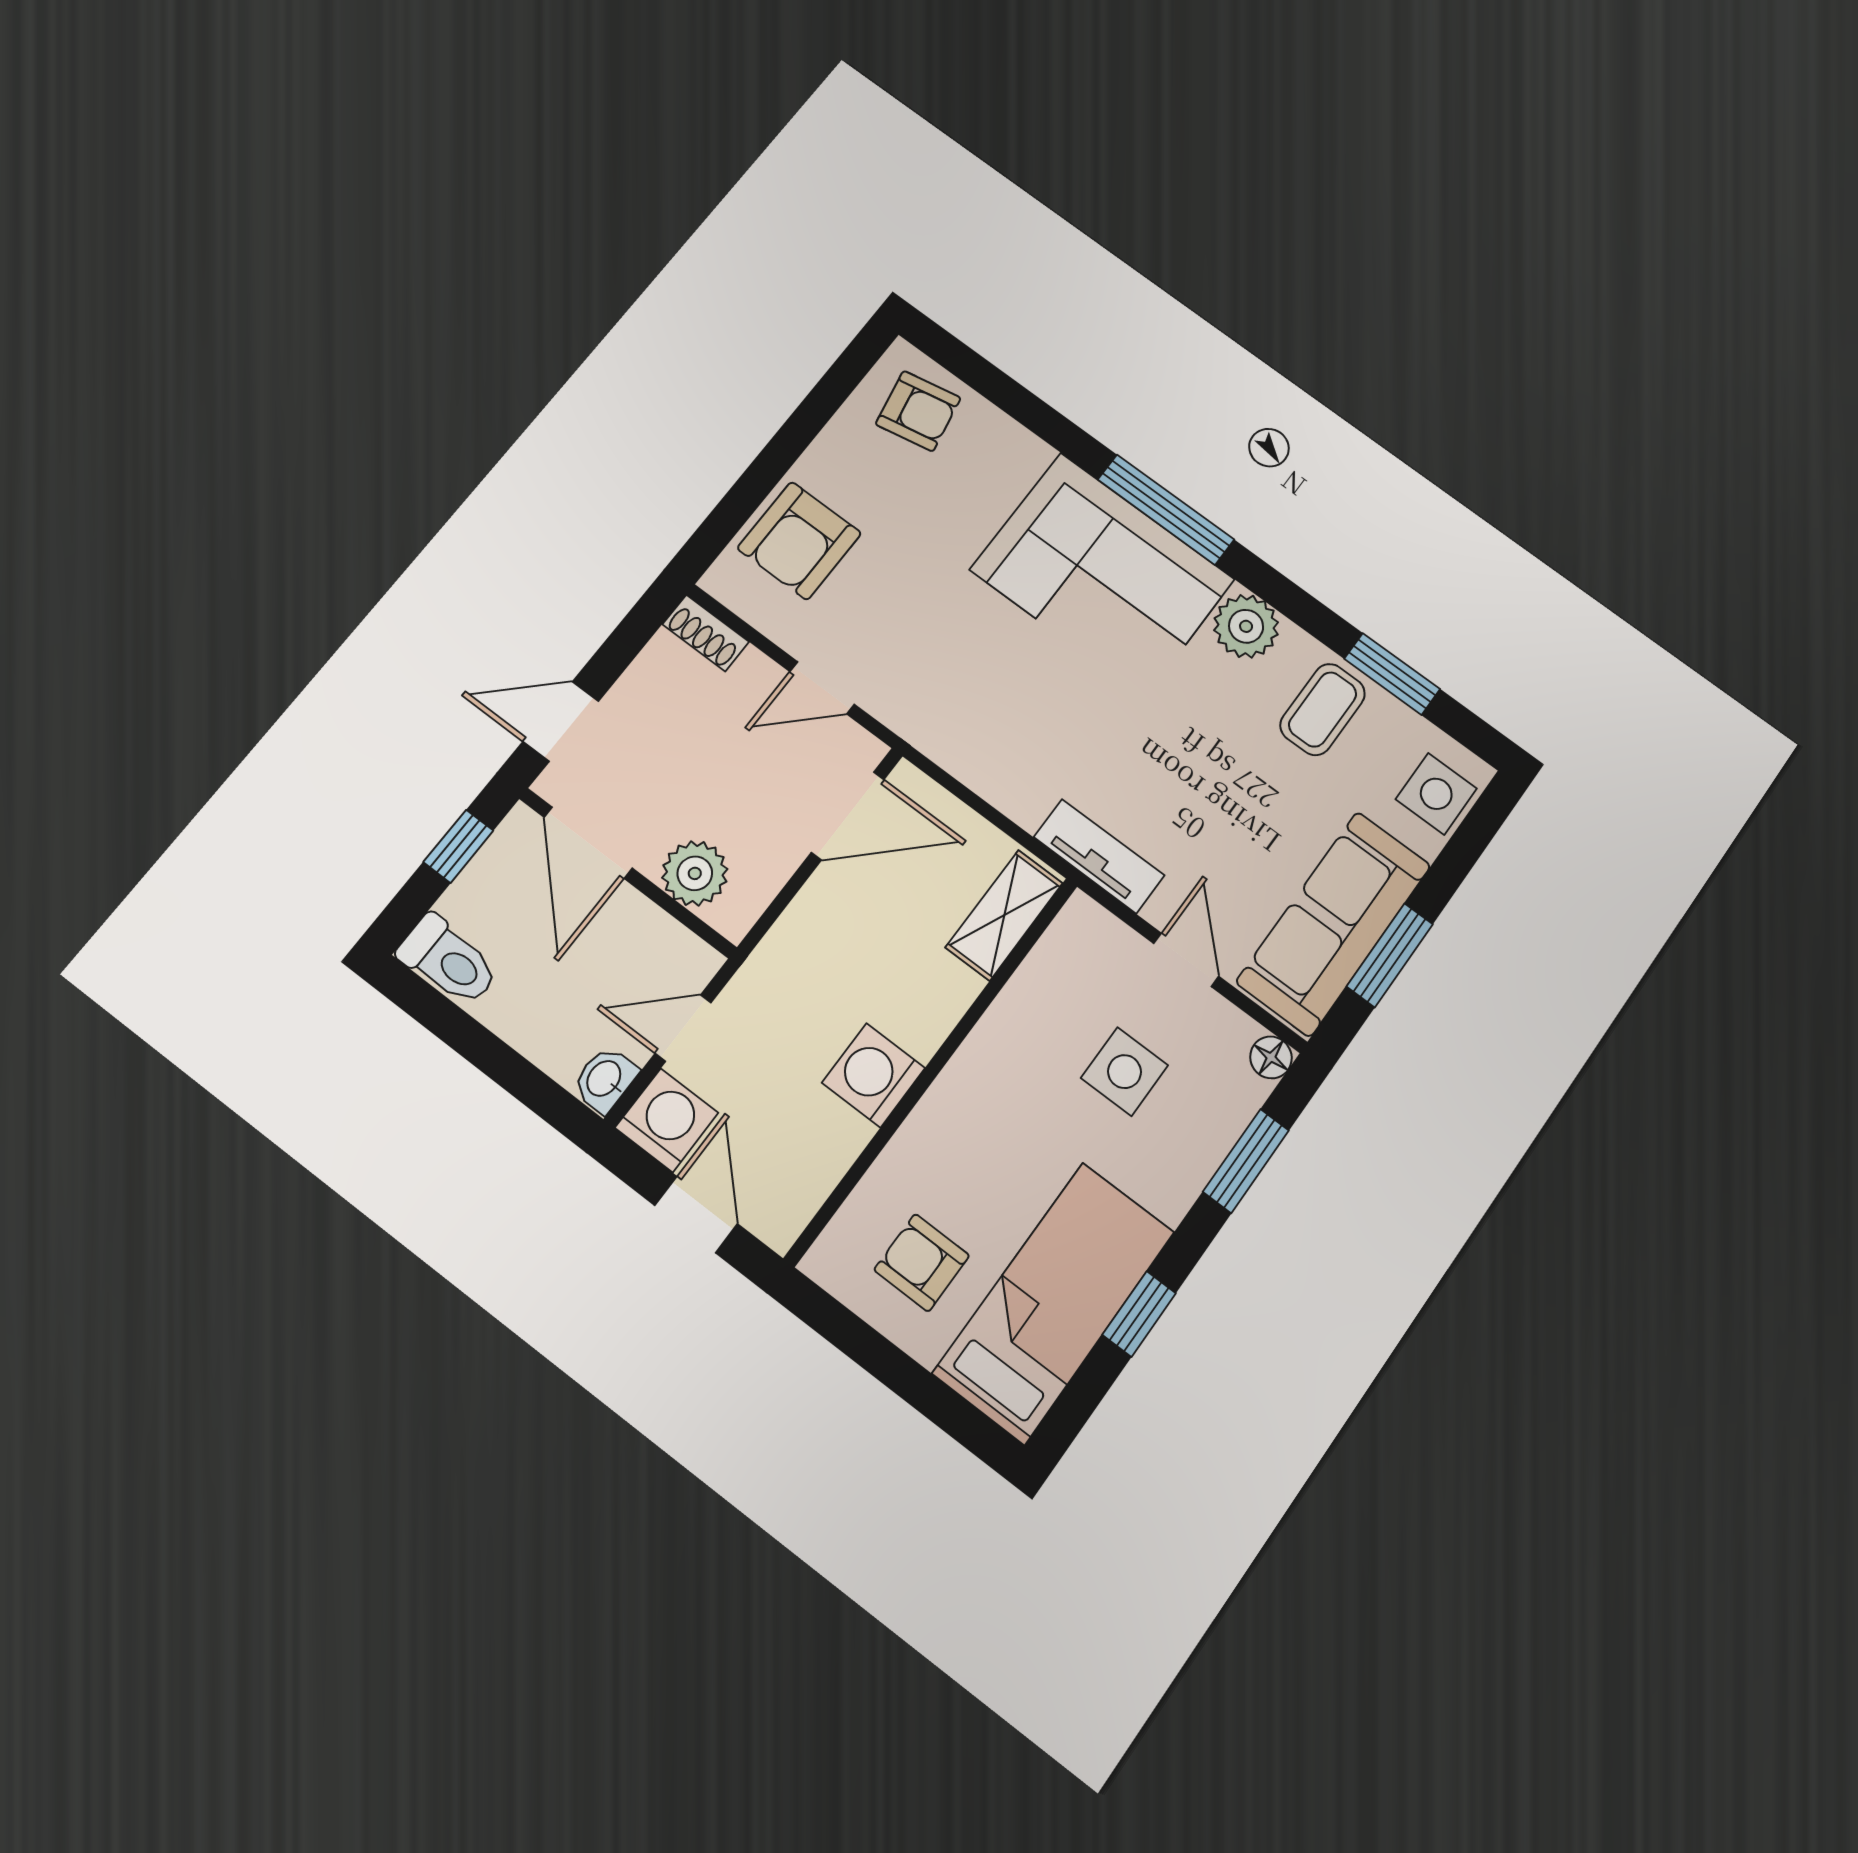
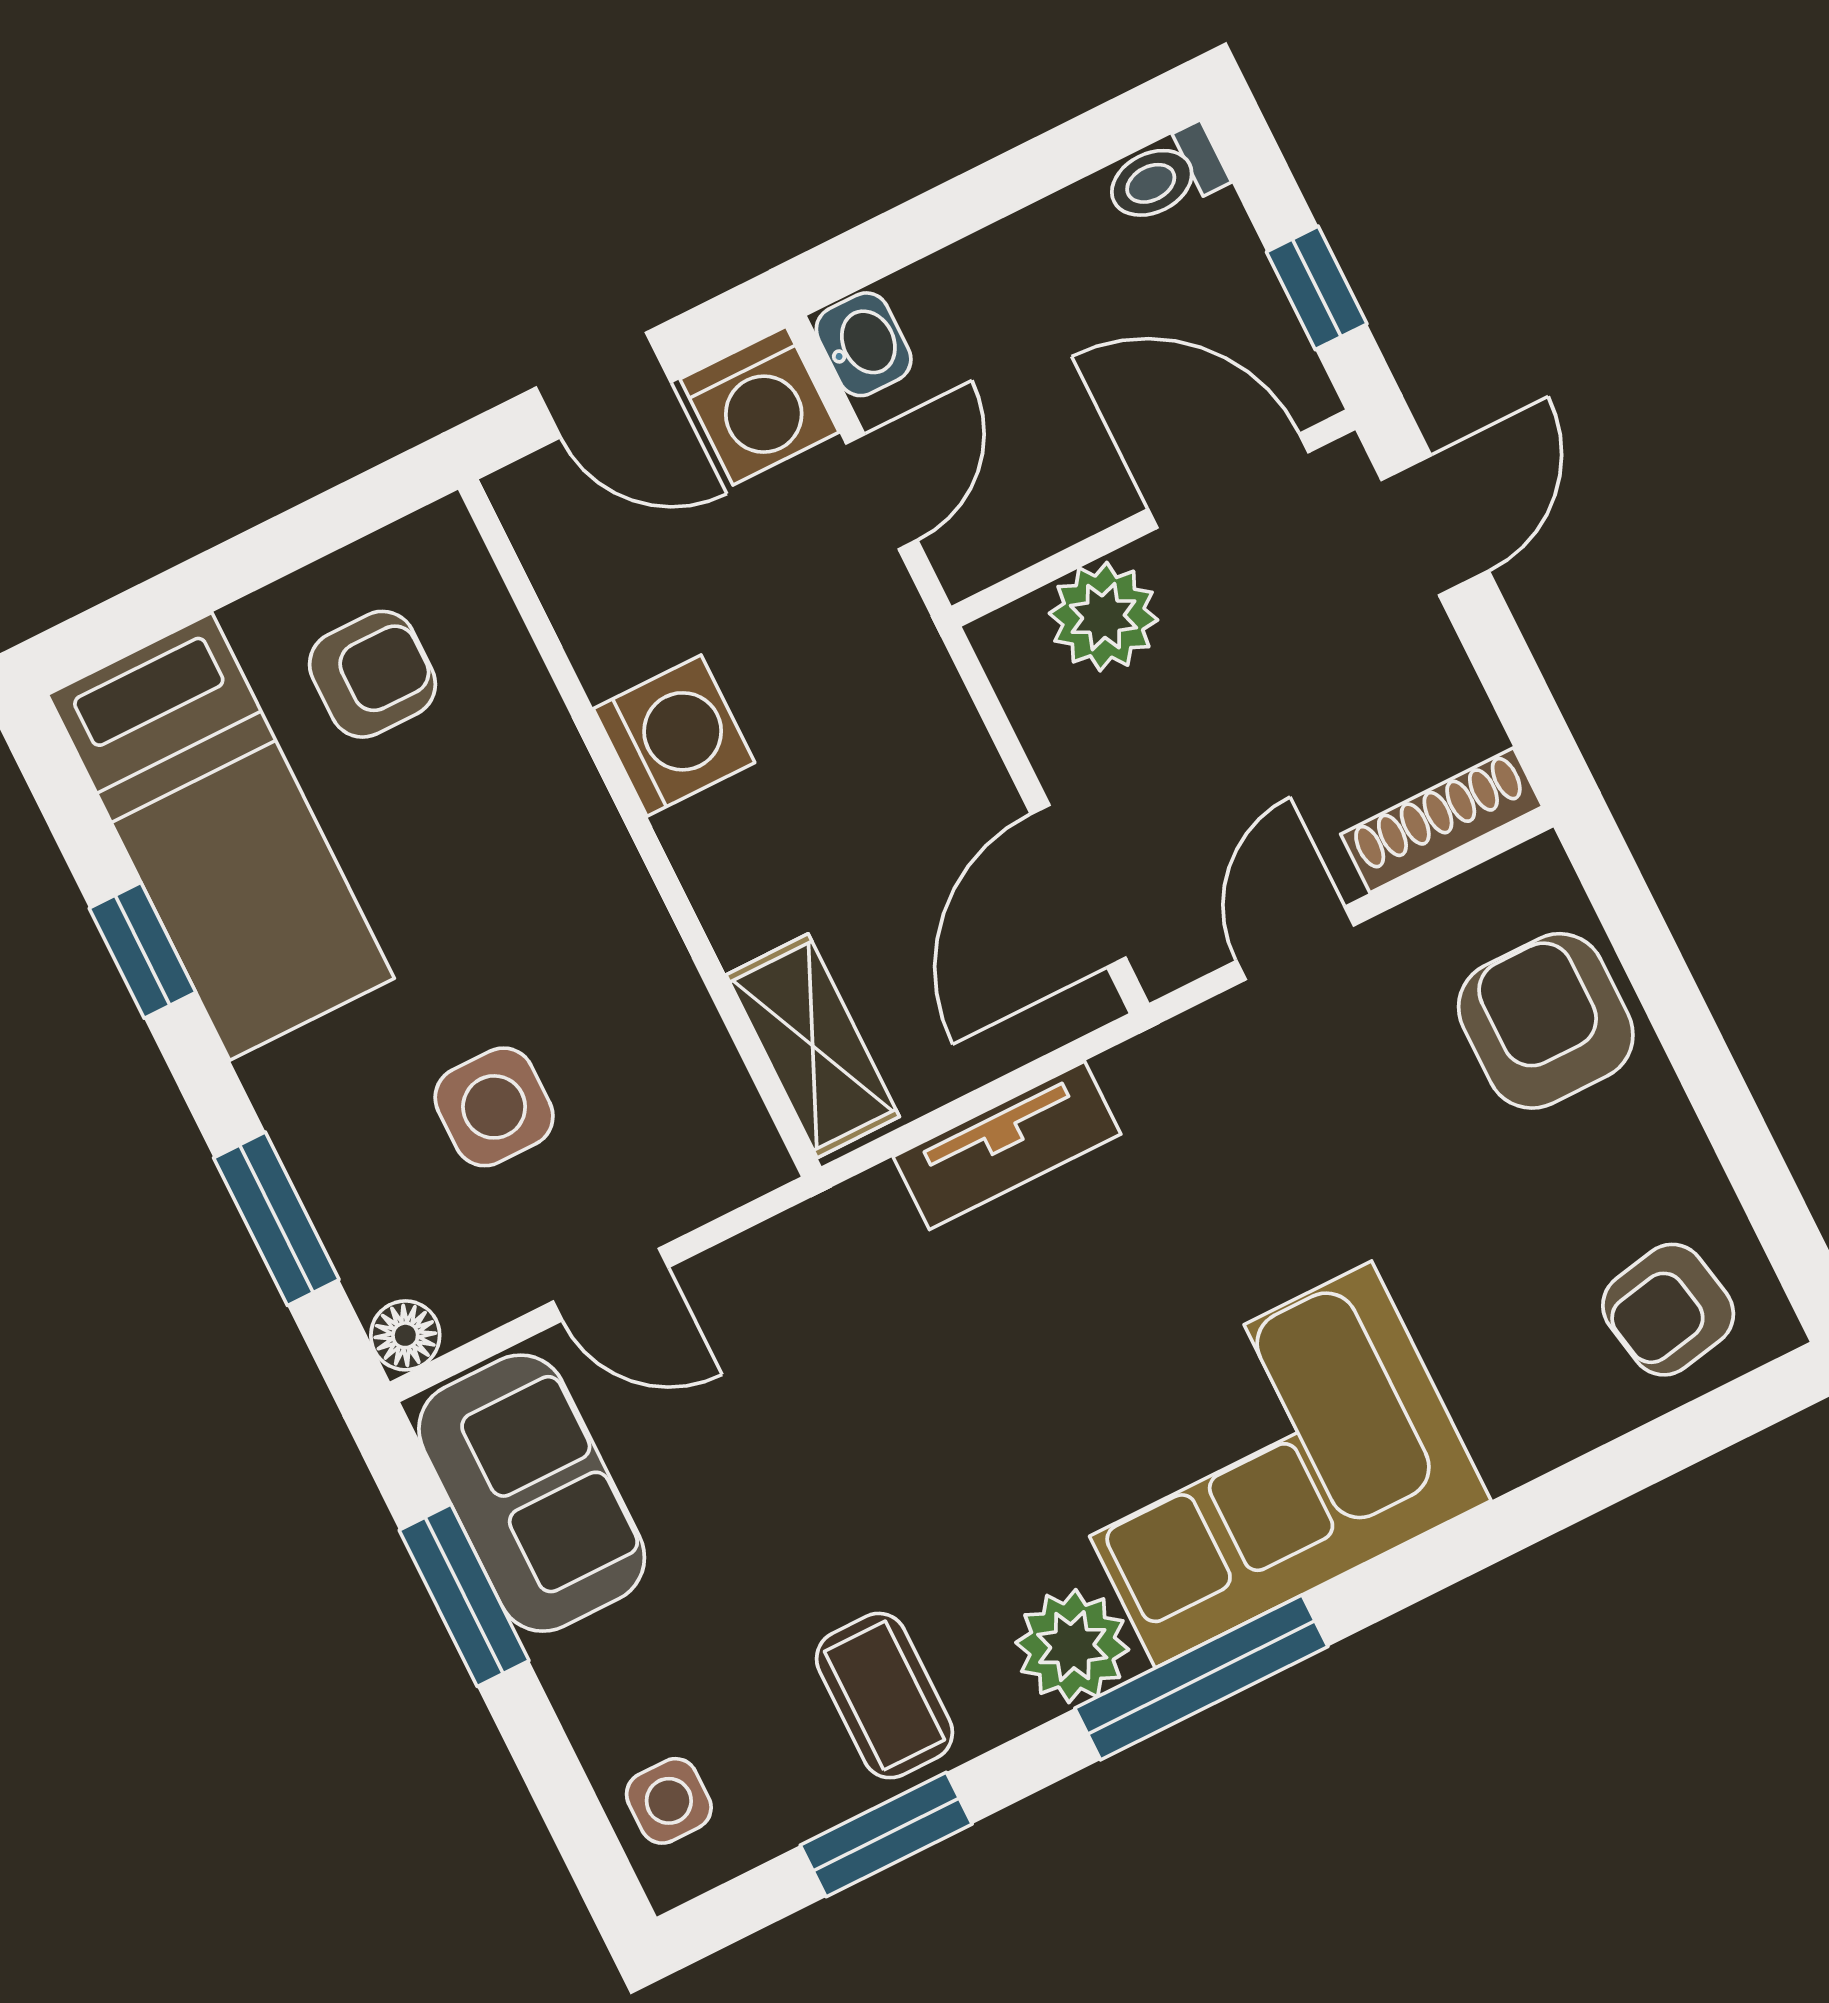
window: (1166, 510) -> (1201, 1677), moved
shoe rack: (706, 633) -> (1442, 820), width x1.43
side table: (1436, 794) -> (669, 1801), width x0.73, depth x0.73
tv unit: (1099, 856) -> (1007, 1145), moved
sofa: (1334, 923) -> (532, 1493), width x0.73
toilet: (449, 961) -> (1165, 176), width x0.73, depth x0.72

